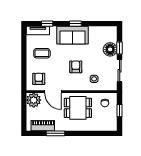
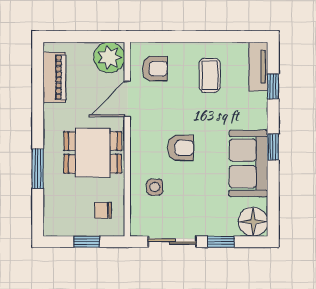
sofa: (73, 35) -> (248, 163), moved
floor lamp: (110, 49) -> (253, 222), moved
dining table: (78, 108) -> (93, 152), turned 90
window: (55, 133) -> (38, 169), moved

